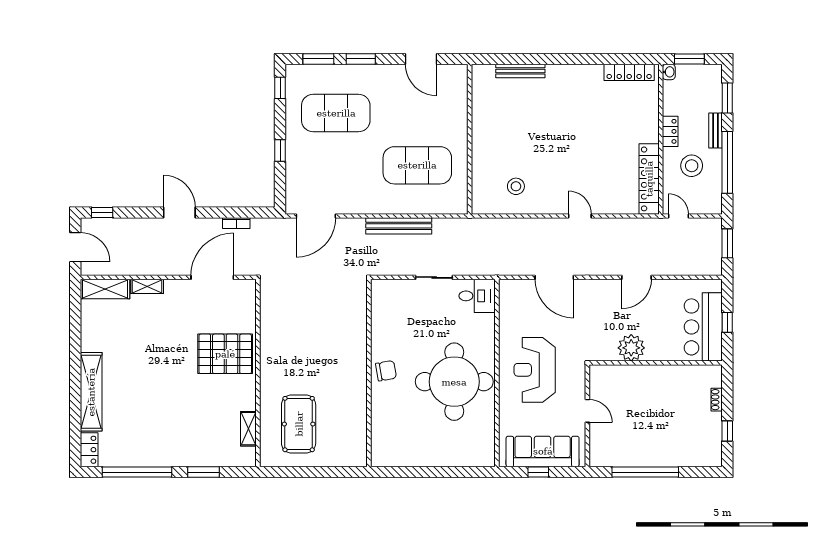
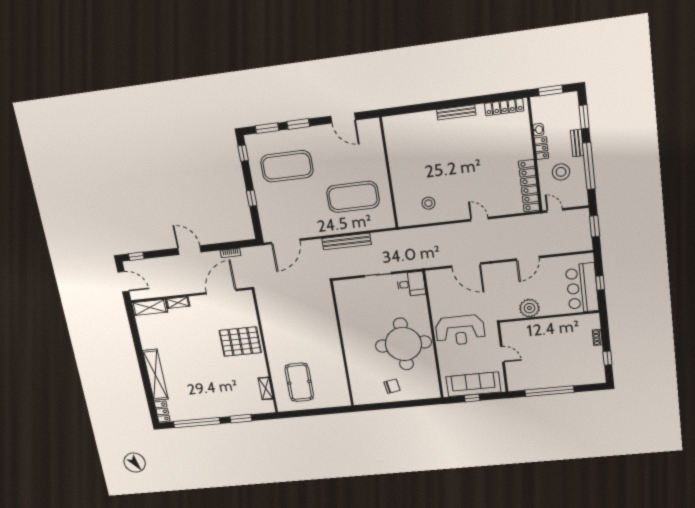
bench: (520, 71) -> (456, 112), moved
washbasin: (669, 72) -> (538, 130), moved
reception desk: (535, 370) -> (460, 330), turned -90
chair: (386, 371) -> (392, 386), moved

